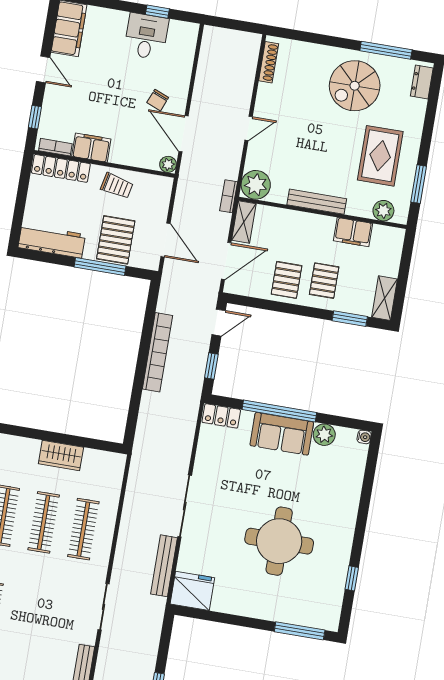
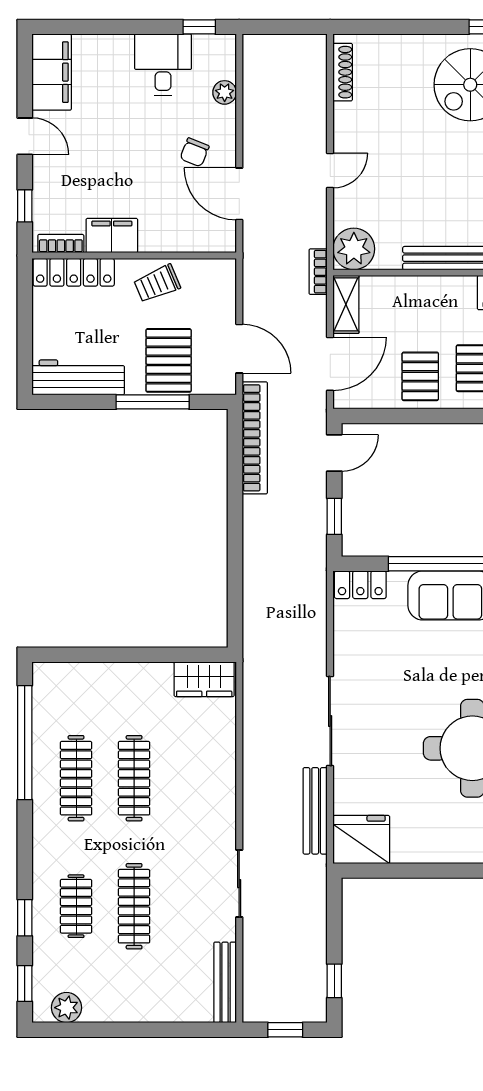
window: (157, 12) -> (199, 27), moved
plant: (168, 164) -> (225, 92), moved
trolley: (117, 186) -> (157, 284), turned 145
bookcase: (158, 352) -> (255, 438), moved
wardrobe: (61, 456) -> (204, 679), moved
clothes rail: (83, 529) -> (134, 906), moved

